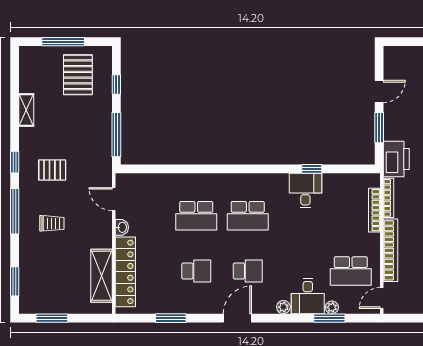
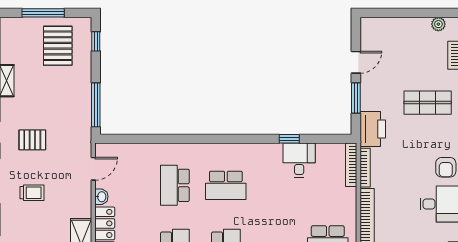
window: (116, 85) -> (96, 41), moved
desk: (305, 190) -> (299, 160), moved
door: (114, 199) -> (93, 169), swing flipped
bookcase: (374, 210) -> (351, 165), moved
school desk: (196, 216) -> (175, 185), turned 90

